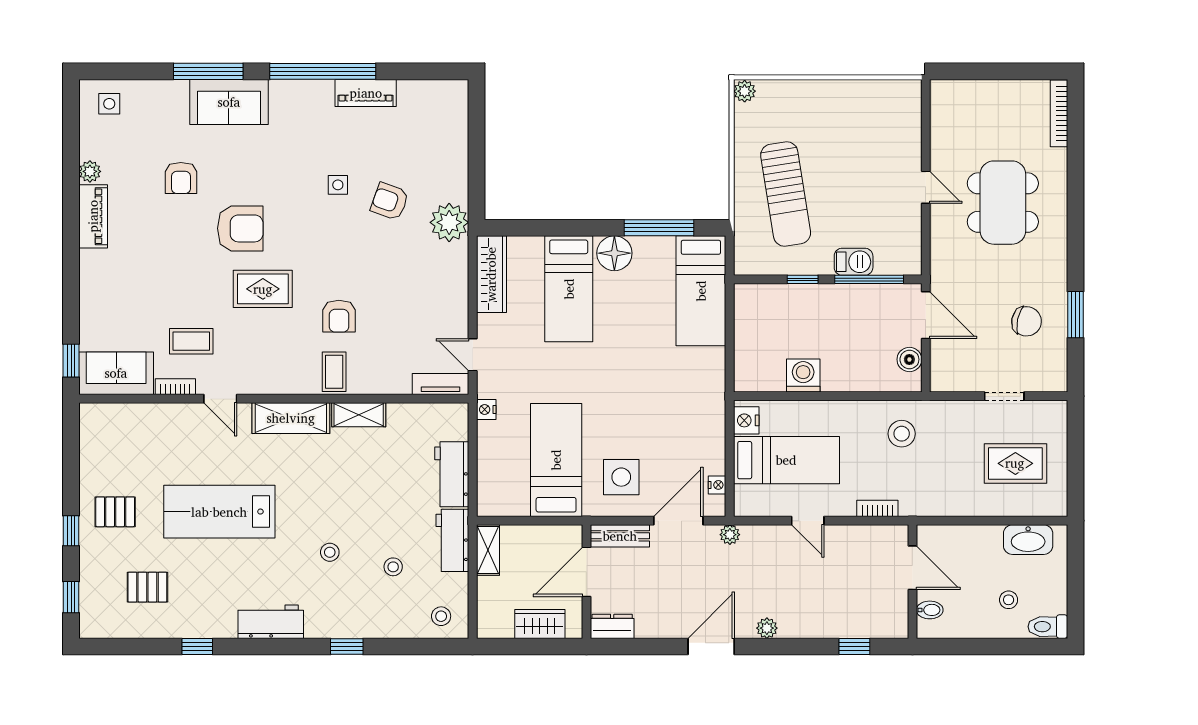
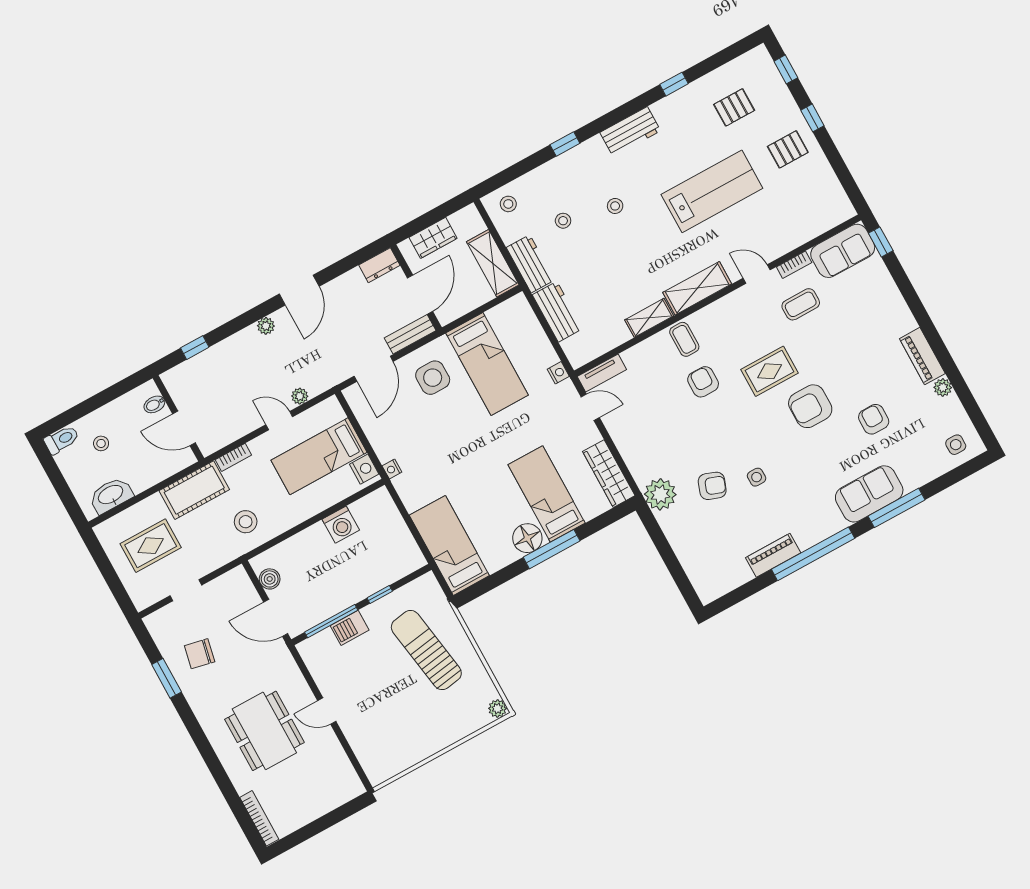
window: (659, 228) -> (552, 549), moved
nightstand: (717, 485) -> (392, 469), moved
cot: (937, 497) -> (194, 490), added
plant: (730, 535) -> (300, 396), moved
shelving: (488, 550) -> (493, 263), width x1.50, depth x1.33

